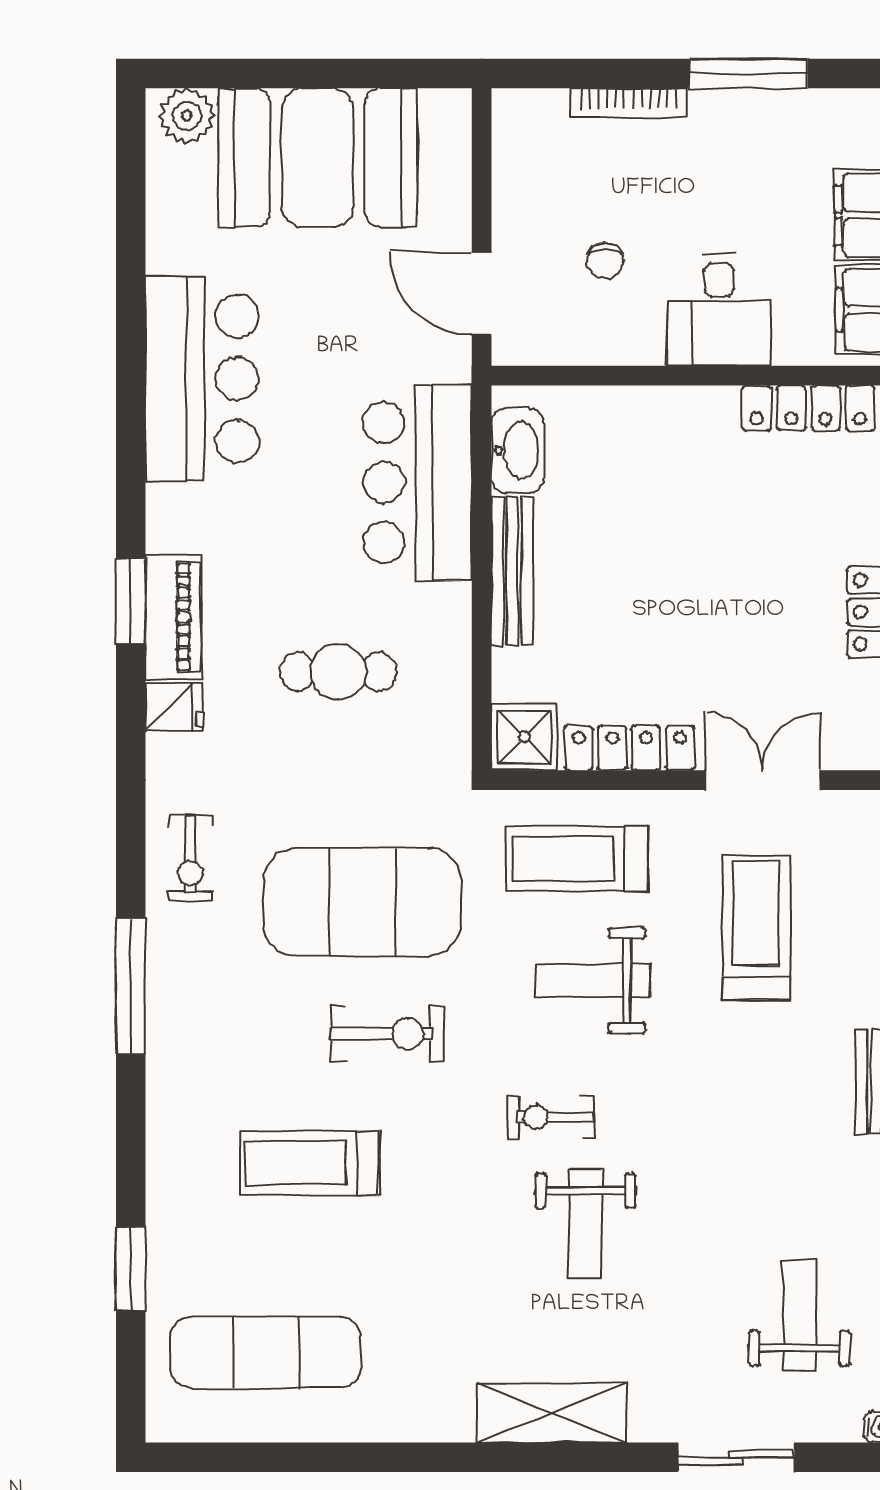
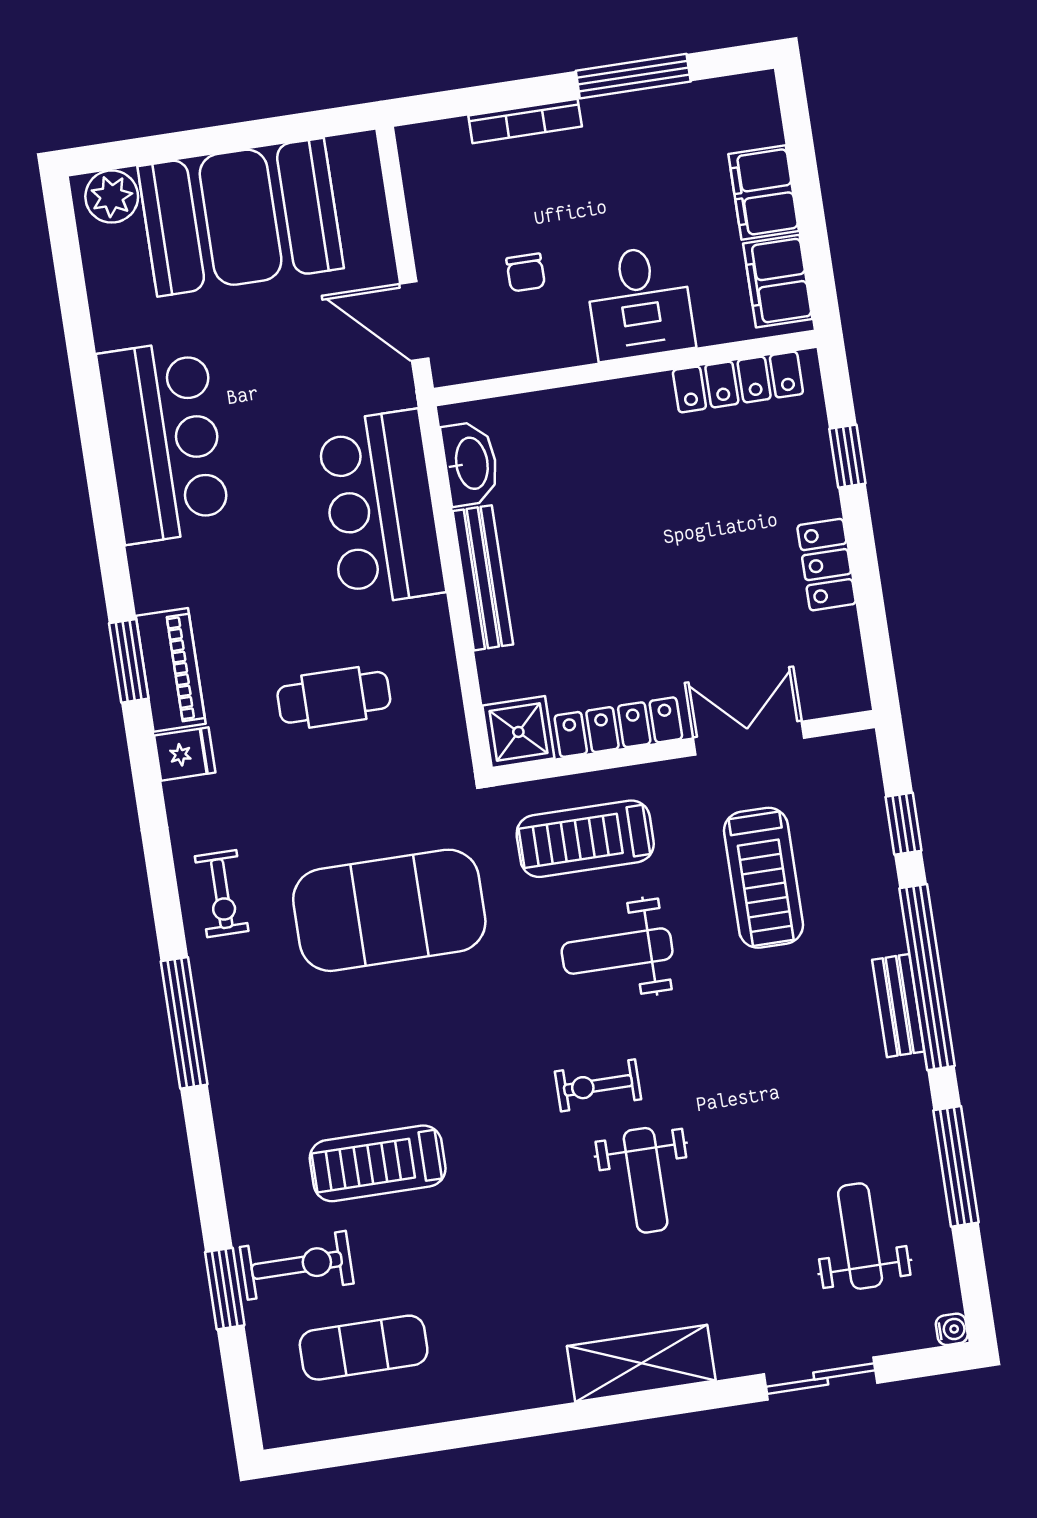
treadmill: (756, 928) -> (763, 878), turned 180
exercise bike: (387, 1034) -> (297, 1265), moved
exercise mat: (266, 1352) -> (364, 1348), width x0.73, depth x0.69

